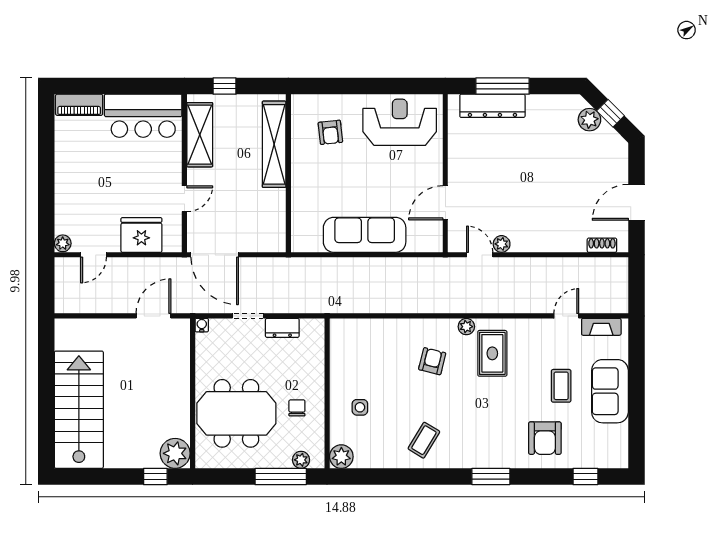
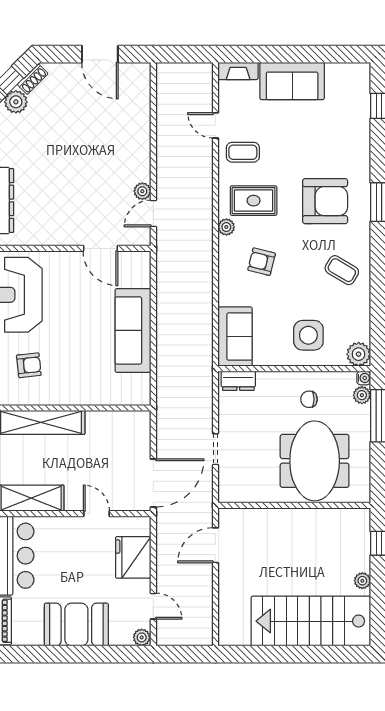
booth: (75, 179) -> (76, 624), added
shoe rack: (602, 245) -> (33, 79), moved, turned -135
door: (153, 316) -> (215, 545), hinge flipped
water cooler: (202, 325) -> (364, 378), moved, turned 180
fireplace: (601, 327) -> (238, 71), moved, turned 90
dresser: (282, 328) -> (238, 381), moved, turned 90
sofa: (359, 335) -> (235, 337), added
coffee table: (561, 386) -> (243, 152), moved
side table: (360, 407) -> (308, 335), width x1.87, depth x1.87
armchair: (545, 438) -> (325, 201), moved, width x1.36, depth x1.36
plant: (175, 453) -> (362, 581), moved, width x0.53, depth x0.53

